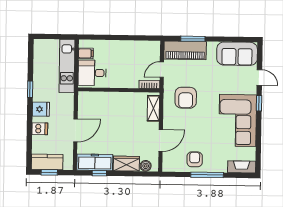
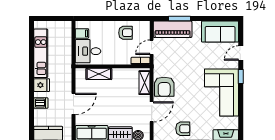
armchair: (134, 53) -> (125, 33), added
kitchen unit: (67, 66) -> (41, 53), moved, turned 180
door: (259, 77) -> (241, 53), swing flipped
window: (30, 89) -> (32, 67), removed
shelving: (104, 98) -> (99, 74), added
armchair: (186, 98) -> (164, 87), moved
armchair: (195, 159) -> (183, 129), turned 90

